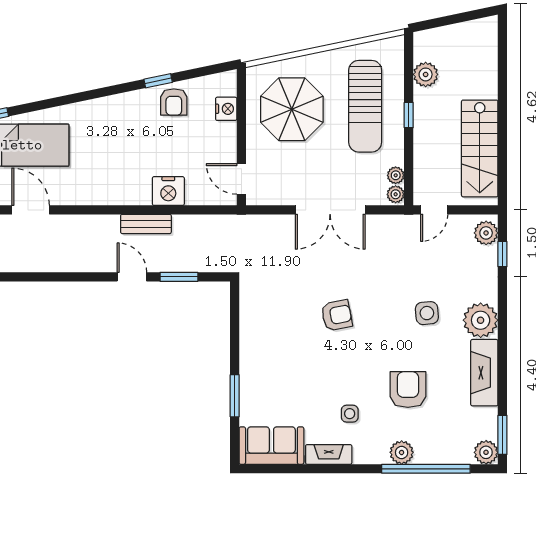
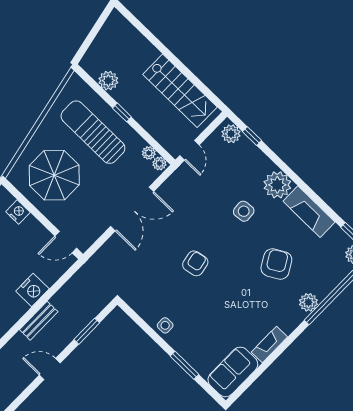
sun lounger: (365, 106) -> (93, 132), turned 180
door: (132, 277) -> (50, 369), moved
armchair: (408, 390) -> (276, 264), turned 60
side table: (350, 414) -> (165, 325), moved

